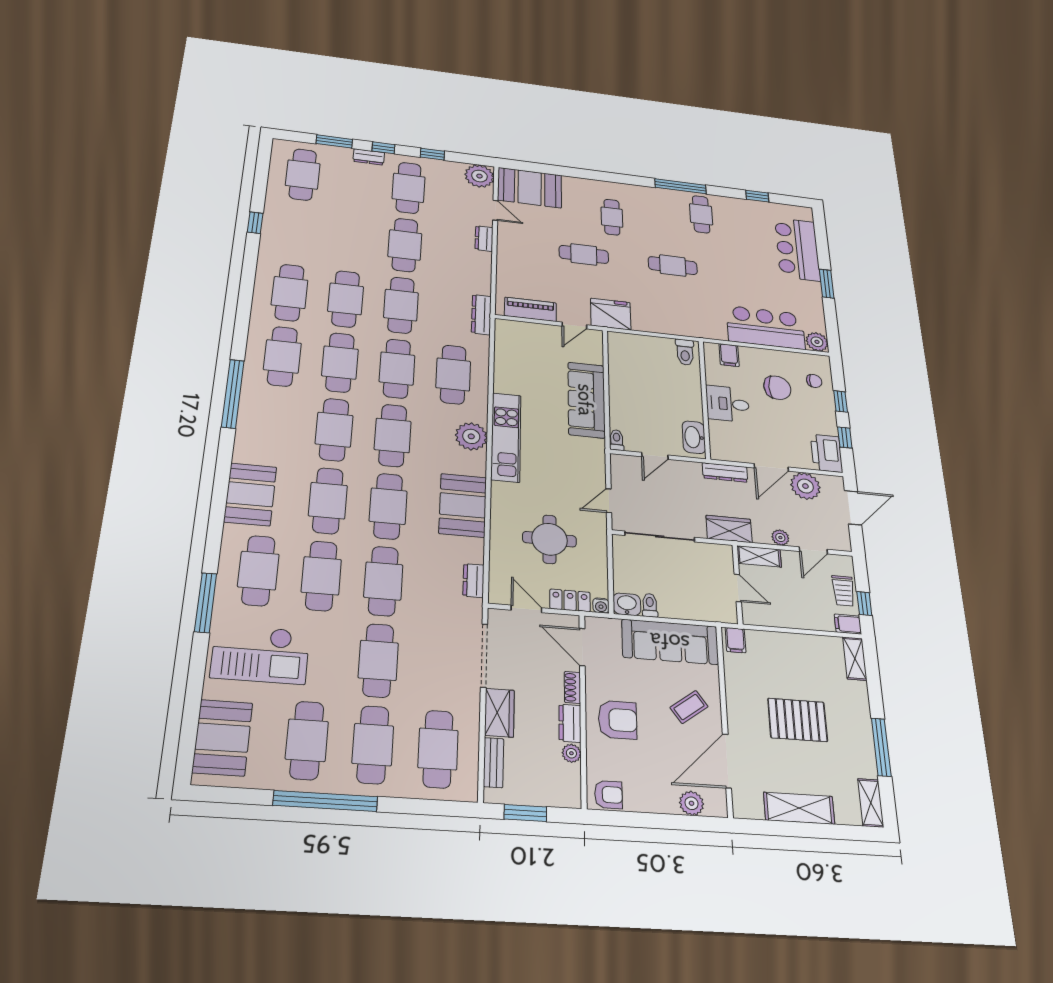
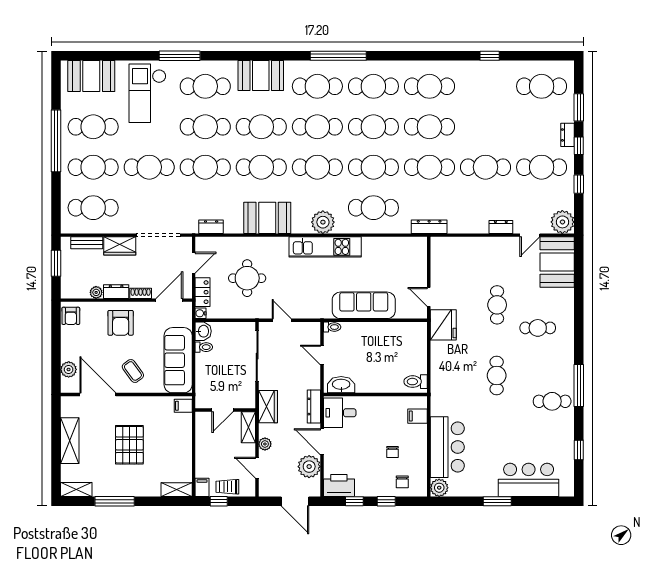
piano: (530, 309) -> (439, 263), removed
chair: (777, 388) -> (392, 452), width x0.54, depth x0.54
desk: (728, 404) -> (340, 413), moved, turned -90
cafe table: (275, 424) -> (317, 86), added

